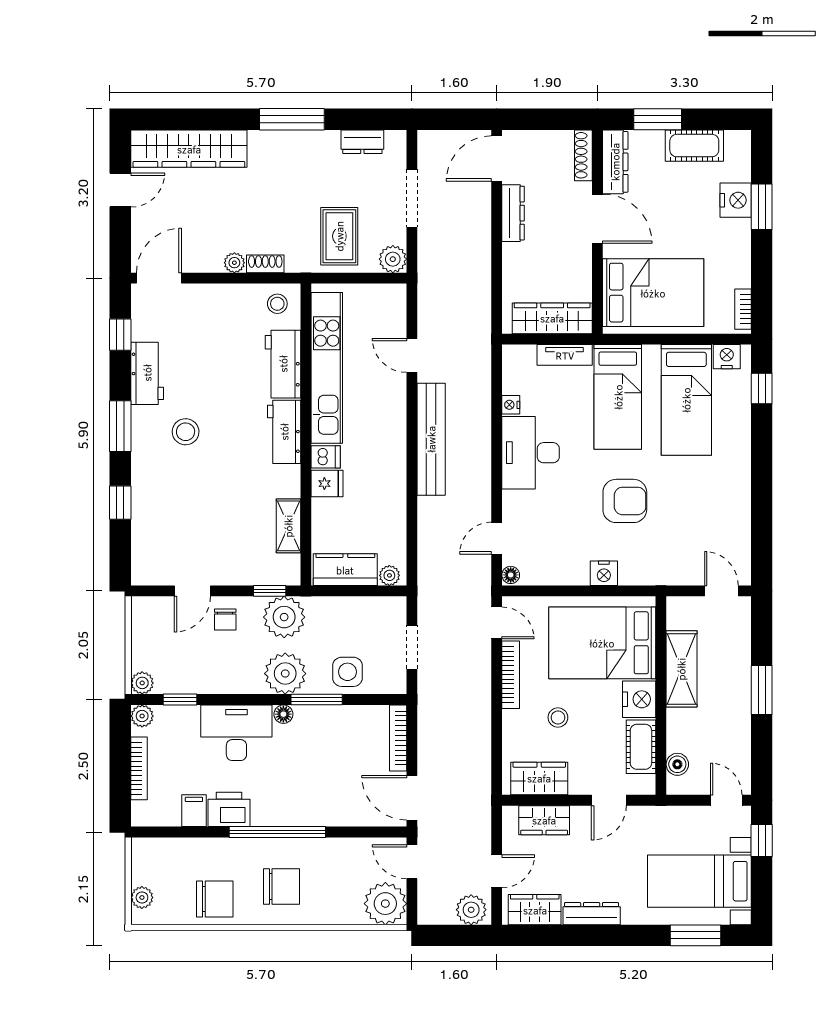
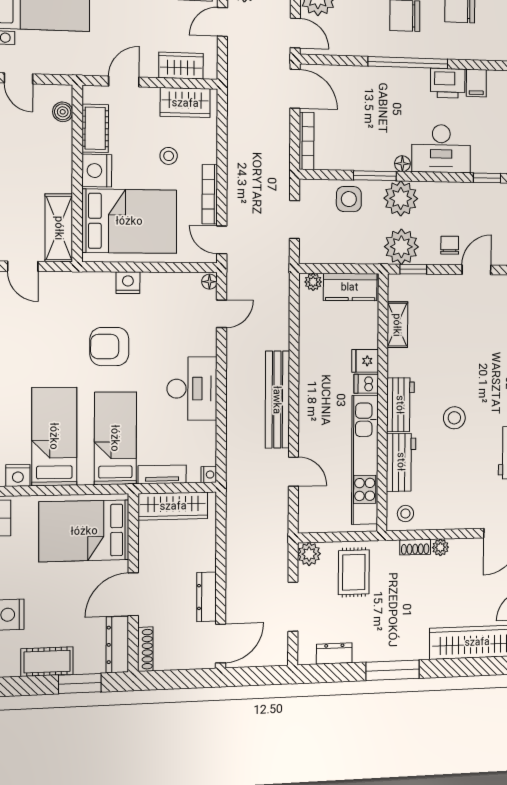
door: (597, 219) -> (133, 594), hinge flipped
nightstand: (511, 405) -> (209, 475), moved
stool: (186, 432) -> (454, 418), moved
shelving: (681, 669) -> (59, 228), moved

